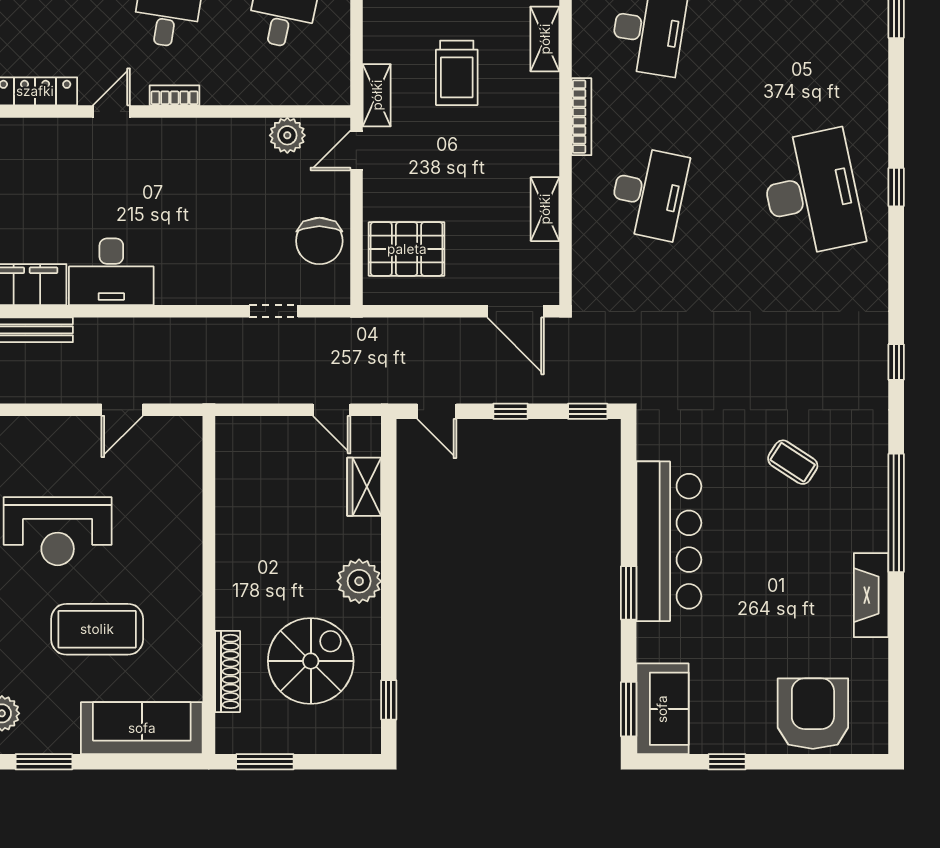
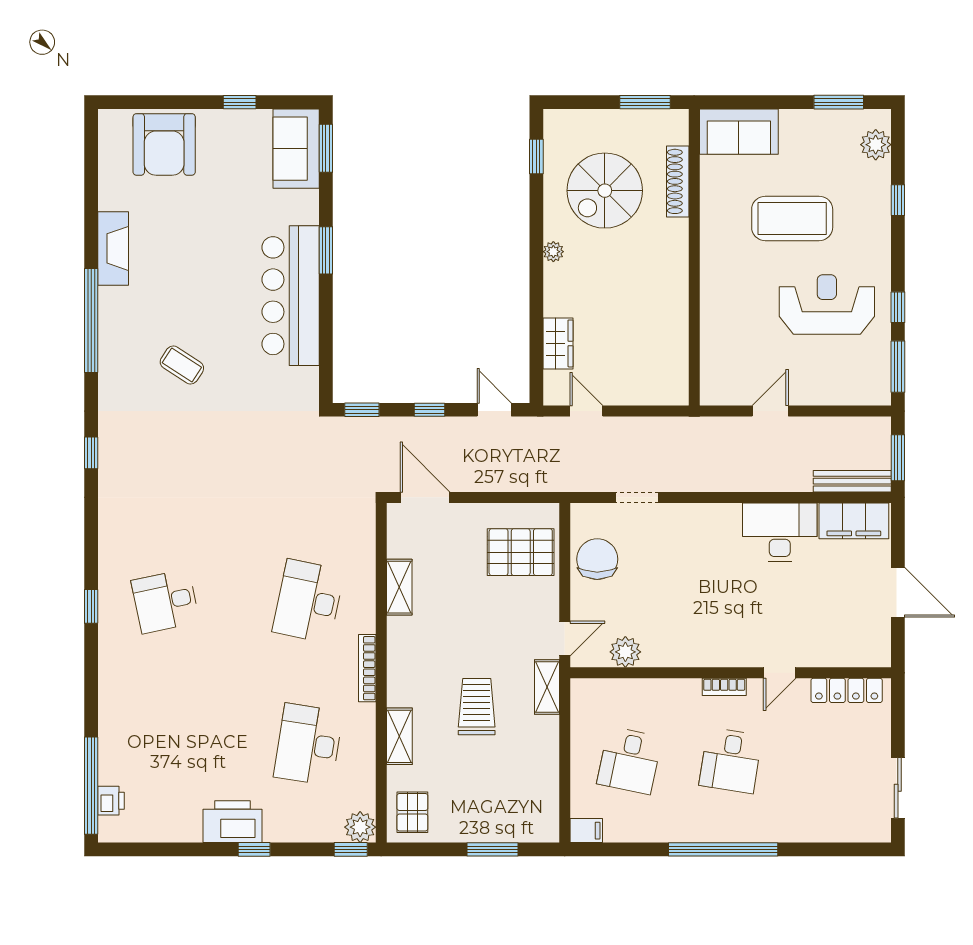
desk: (812, 193) -> (165, 601), width x0.53, depth x0.77
plant: (359, 581) -> (553, 252), width x0.53, depth x0.53
sofa: (142, 728) -> (739, 132), width x0.73

